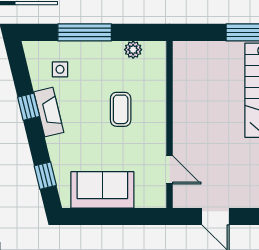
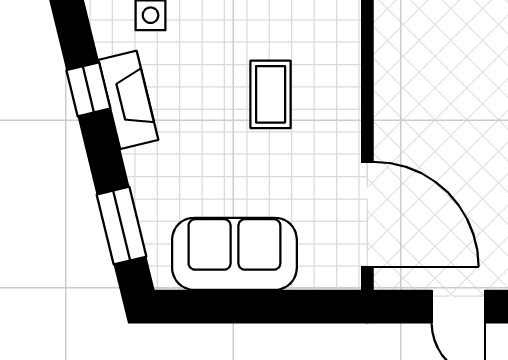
door: (170, 170) -> (367, 214), width x1.87
window: (45, 176) -> (122, 226), width x1.50

